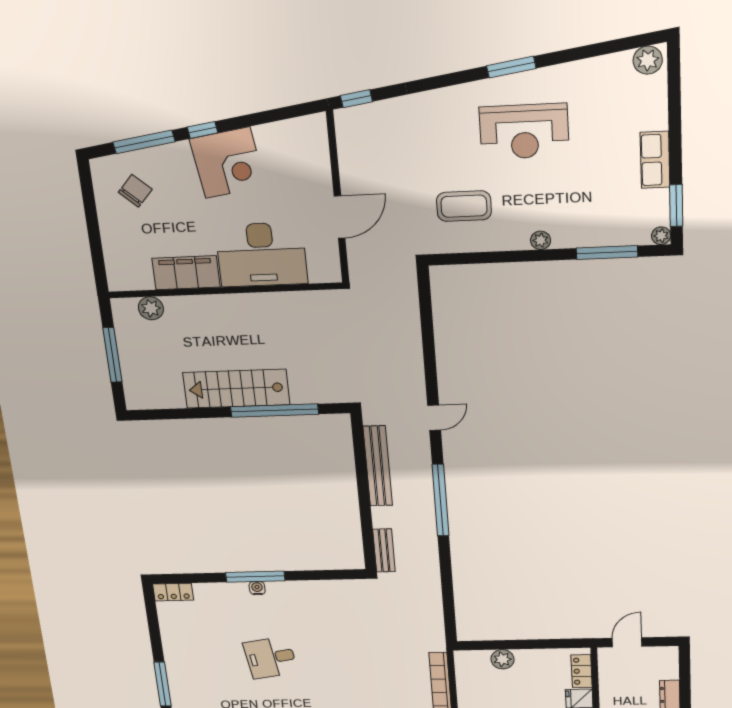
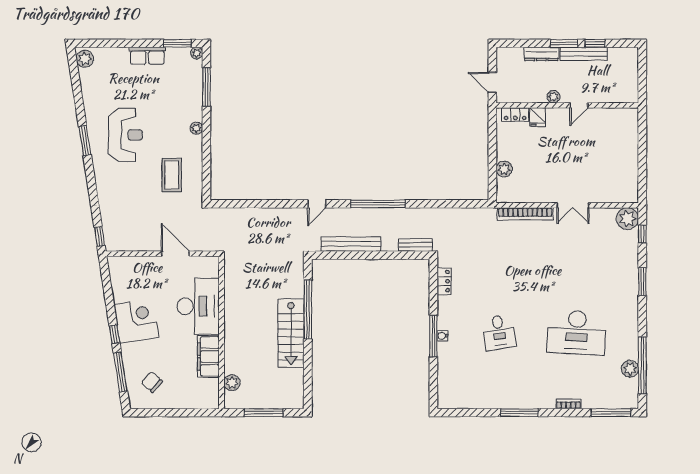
door: (434, 418) -> (317, 204), swing flipped
locker: (173, 592) -> (444, 281), moved

